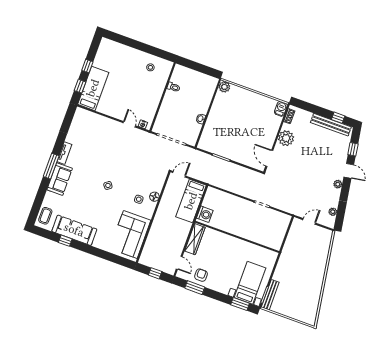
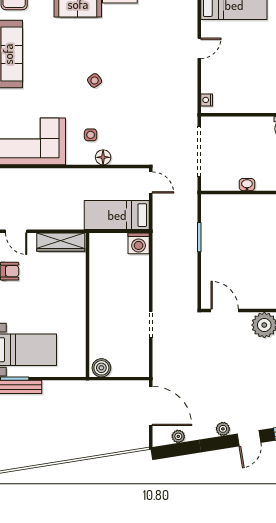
door: (129, 124) -> (199, 48), moved
door: (269, 158) -> (225, 311), hinge flipped
washing machine: (205, 214) -> (139, 243), moved
door: (309, 221) -> (151, 406), width x1.88
boiler: (277, 242) -> (101, 368), added
door: (179, 263) -> (16, 231), hinge flipped

